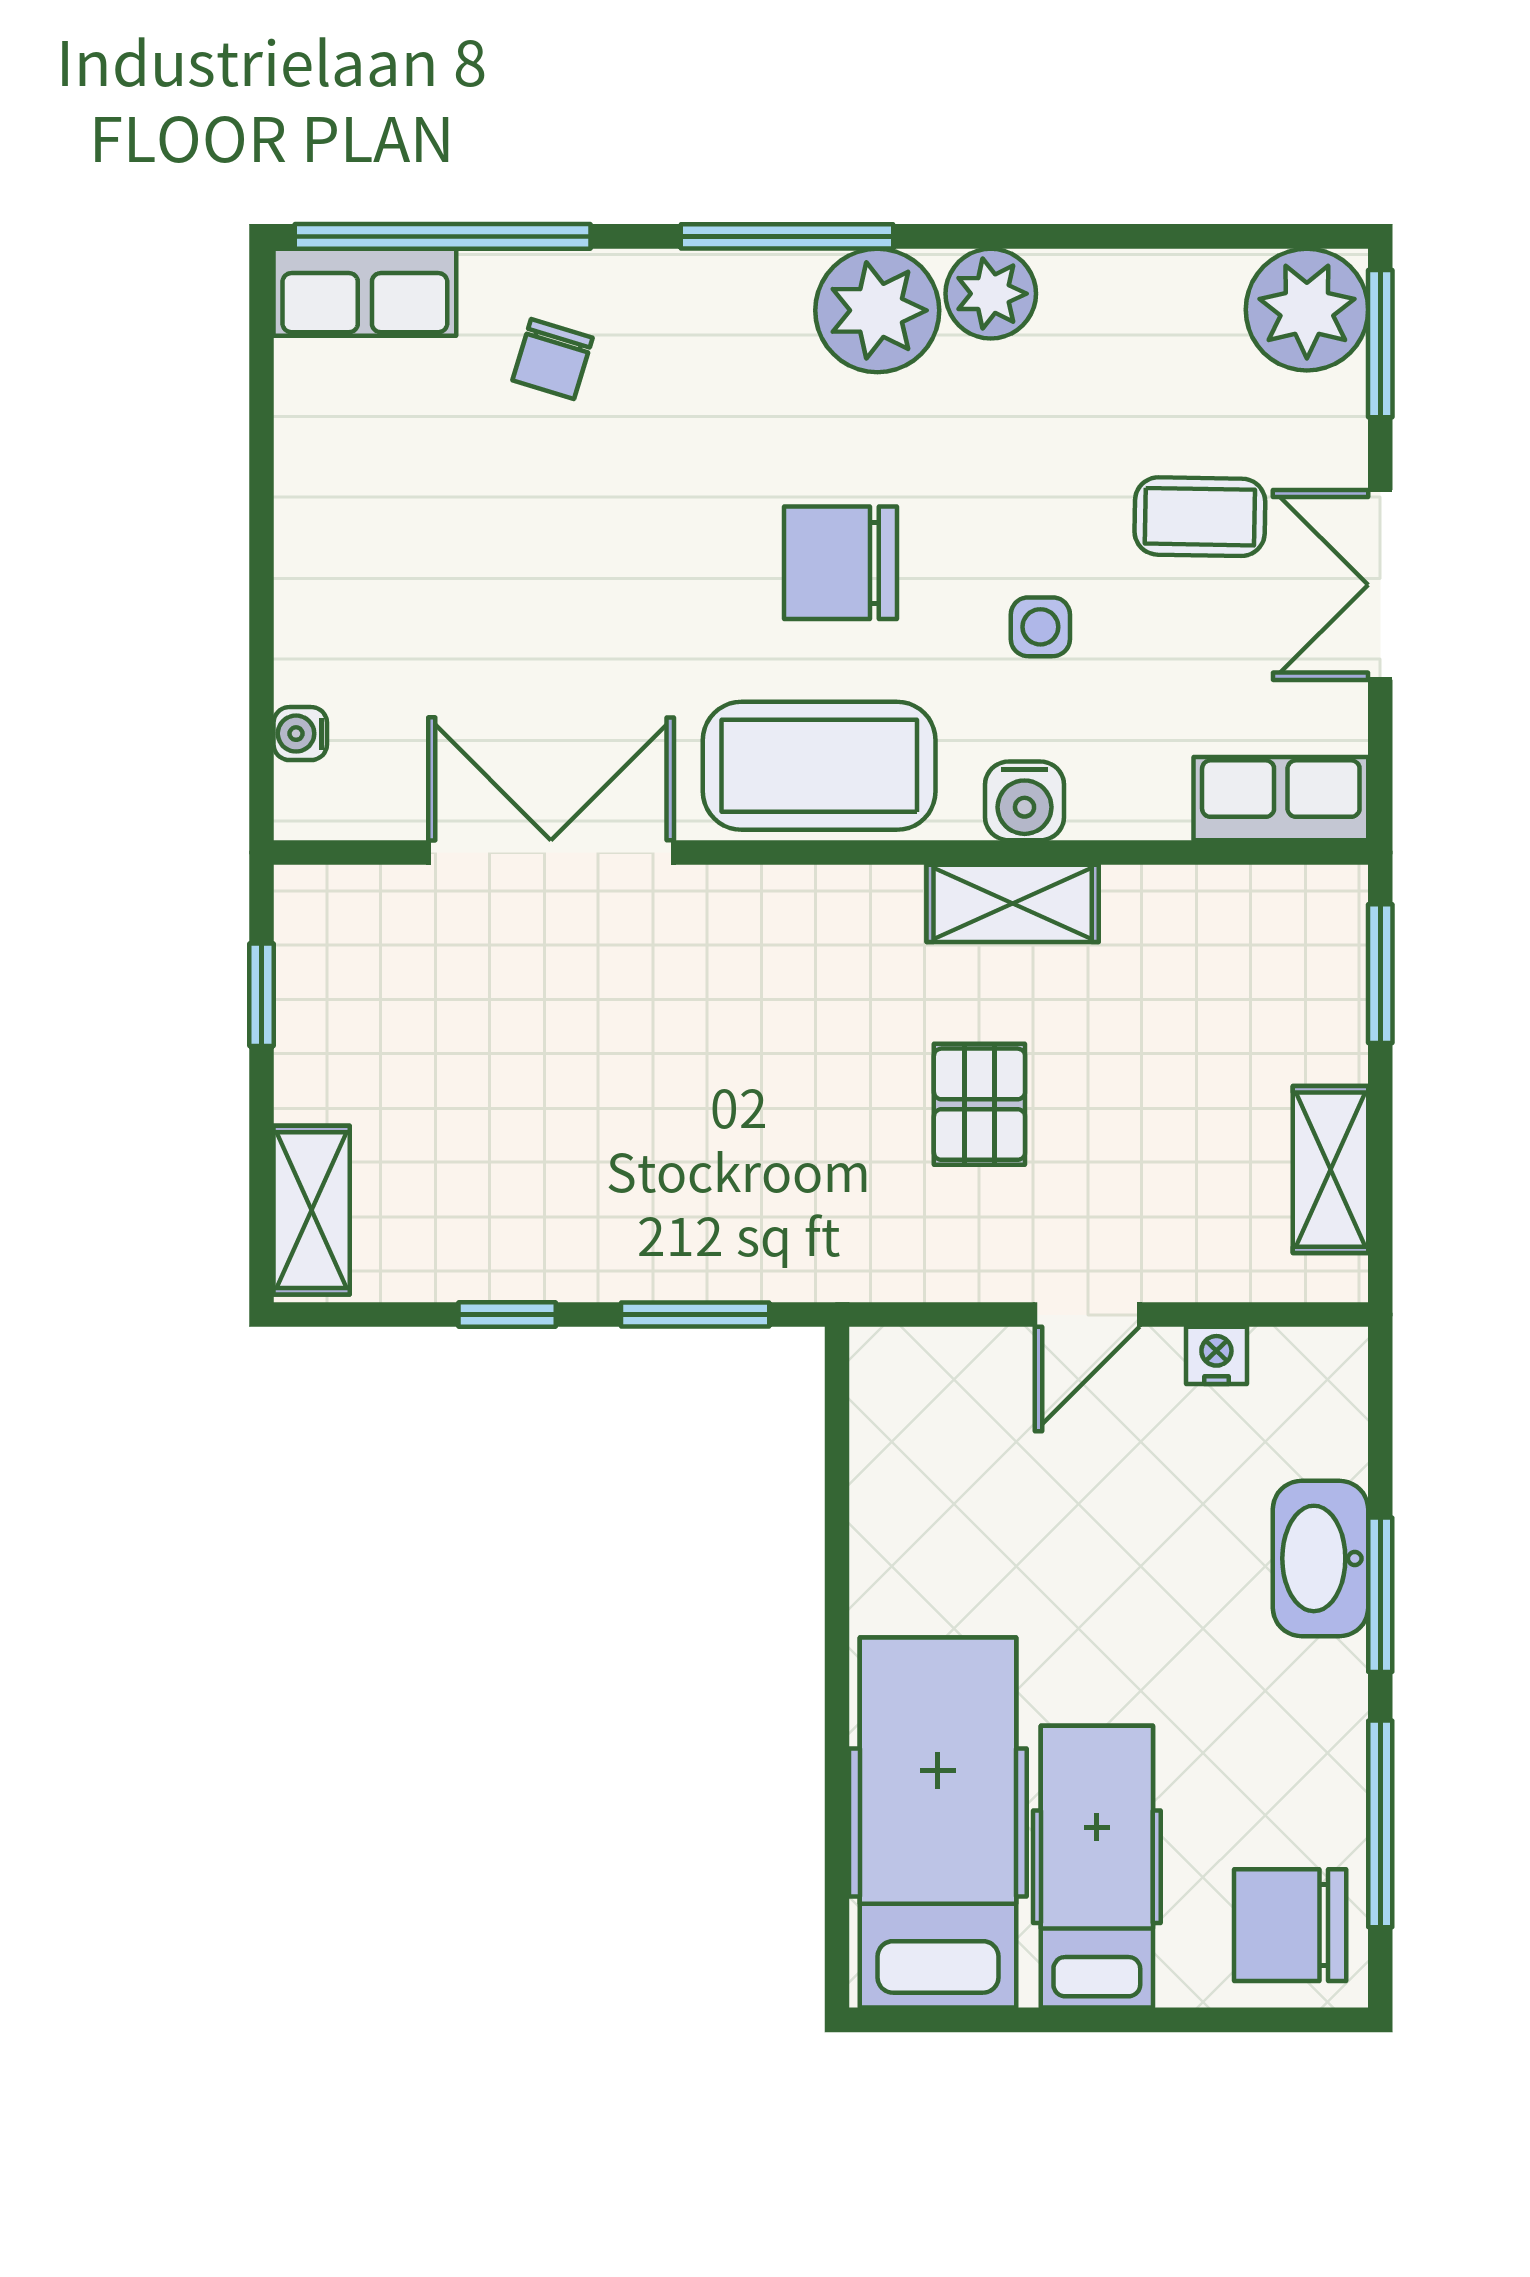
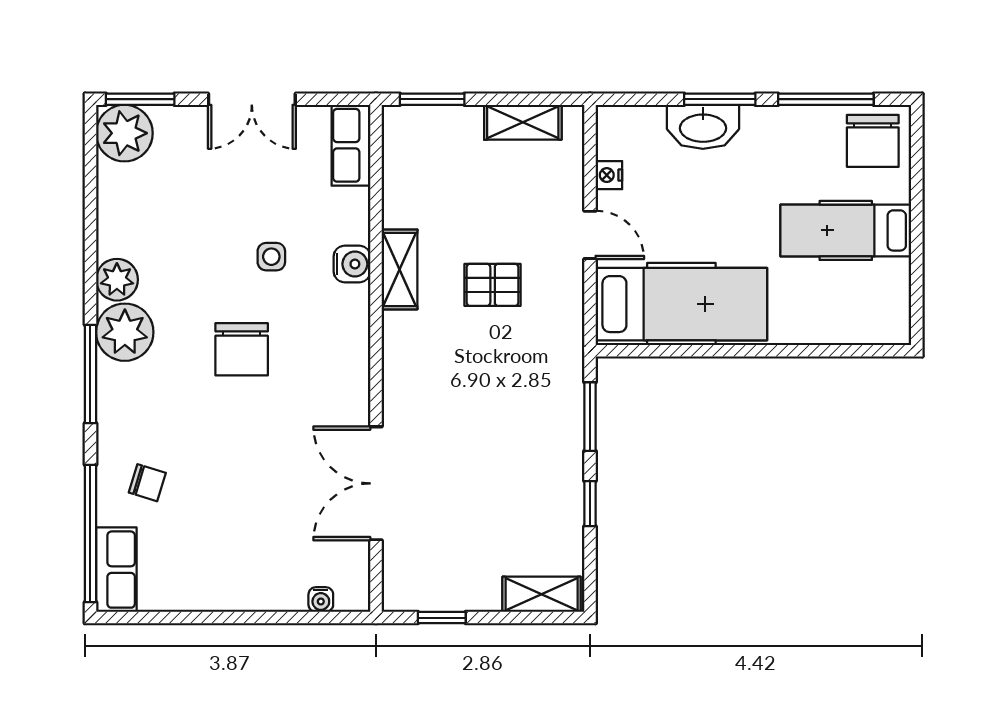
coffee table: (1200, 517) -> (220, 183), removed
coffee table: (819, 766) -> (336, 359), removed
hospital bed: (938, 1823) -> (681, 304), moved, turned 180

